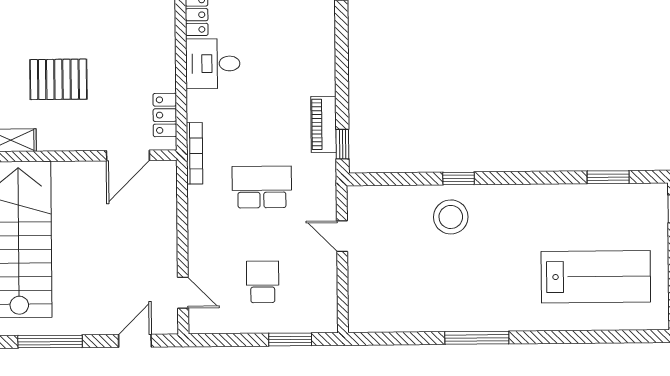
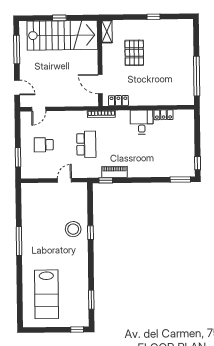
school desk: (263, 282) -> (44, 145), turned 180

